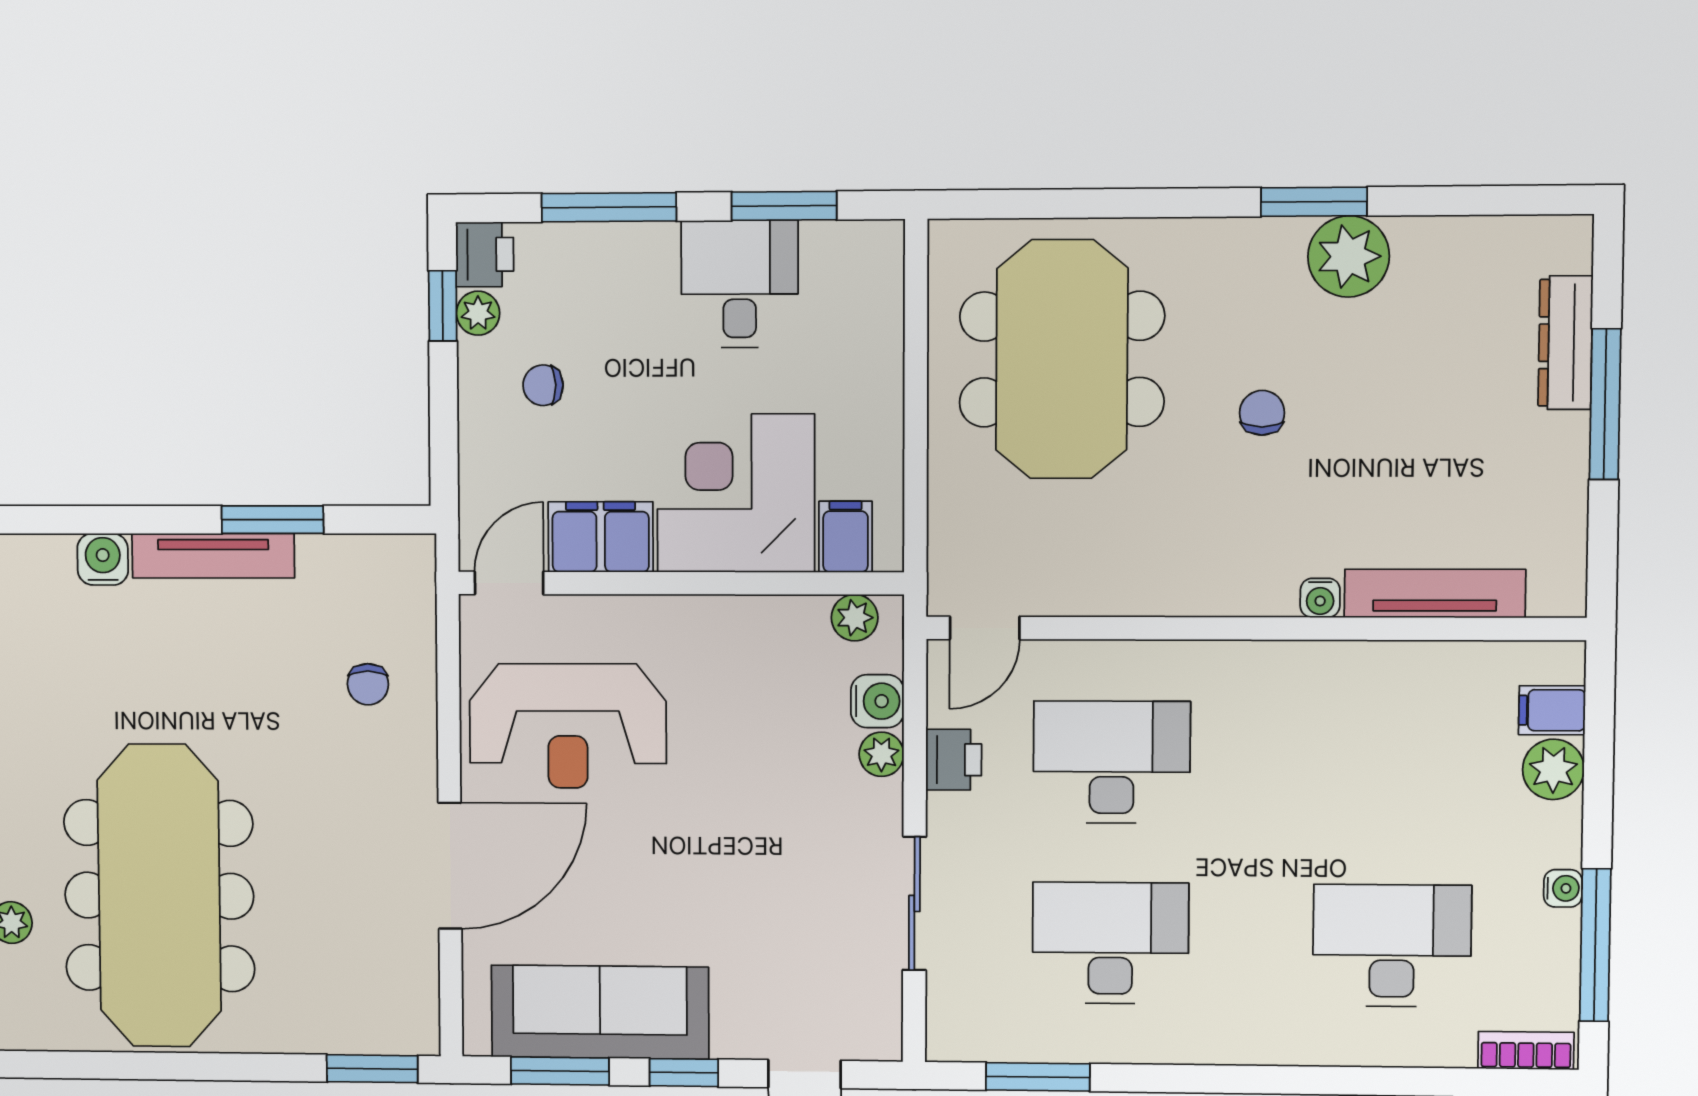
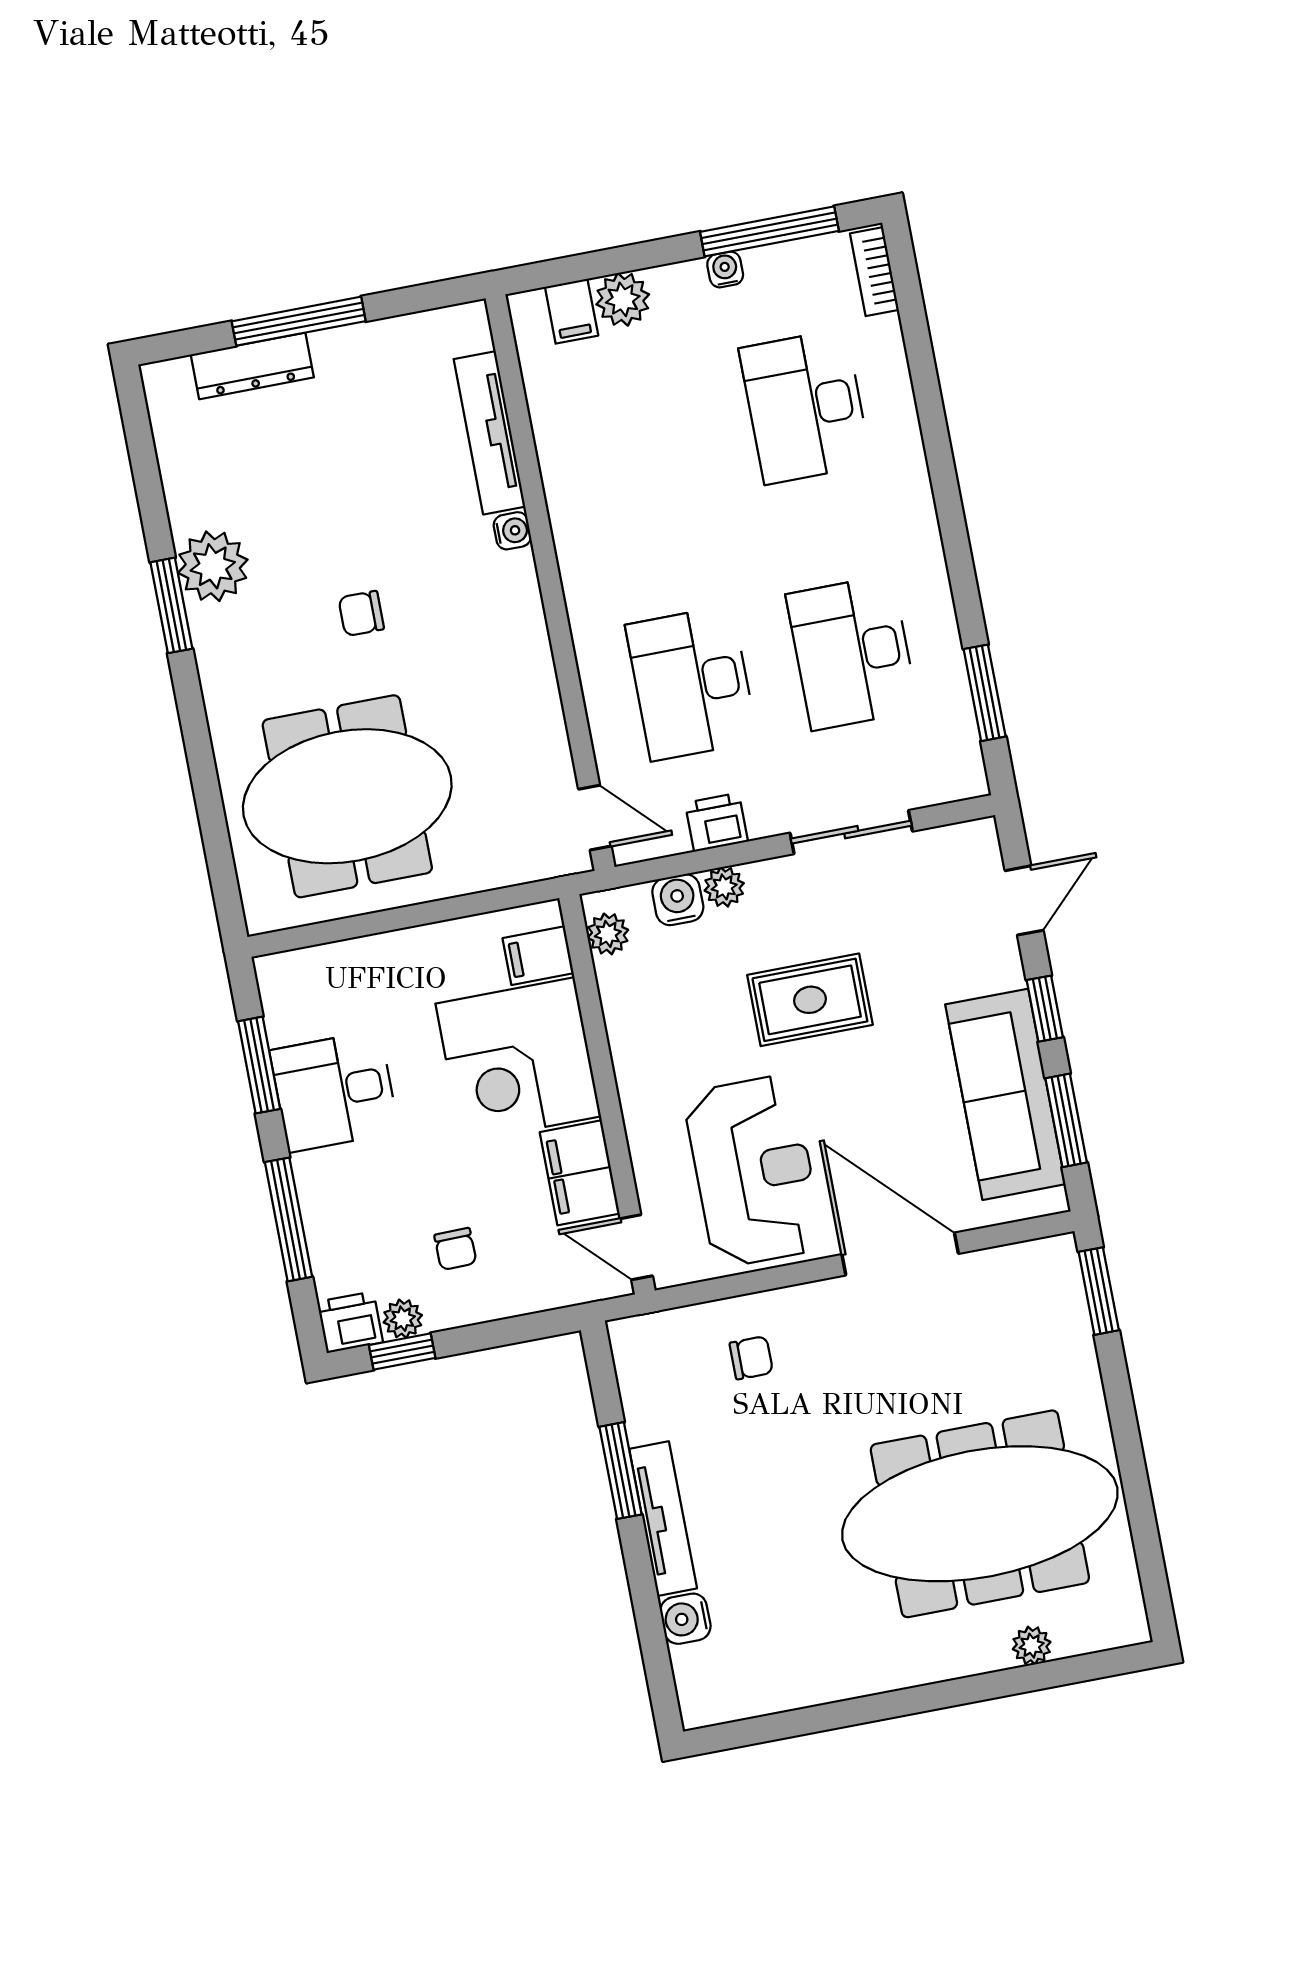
rug: (741, 823) -> (810, 1000), added

